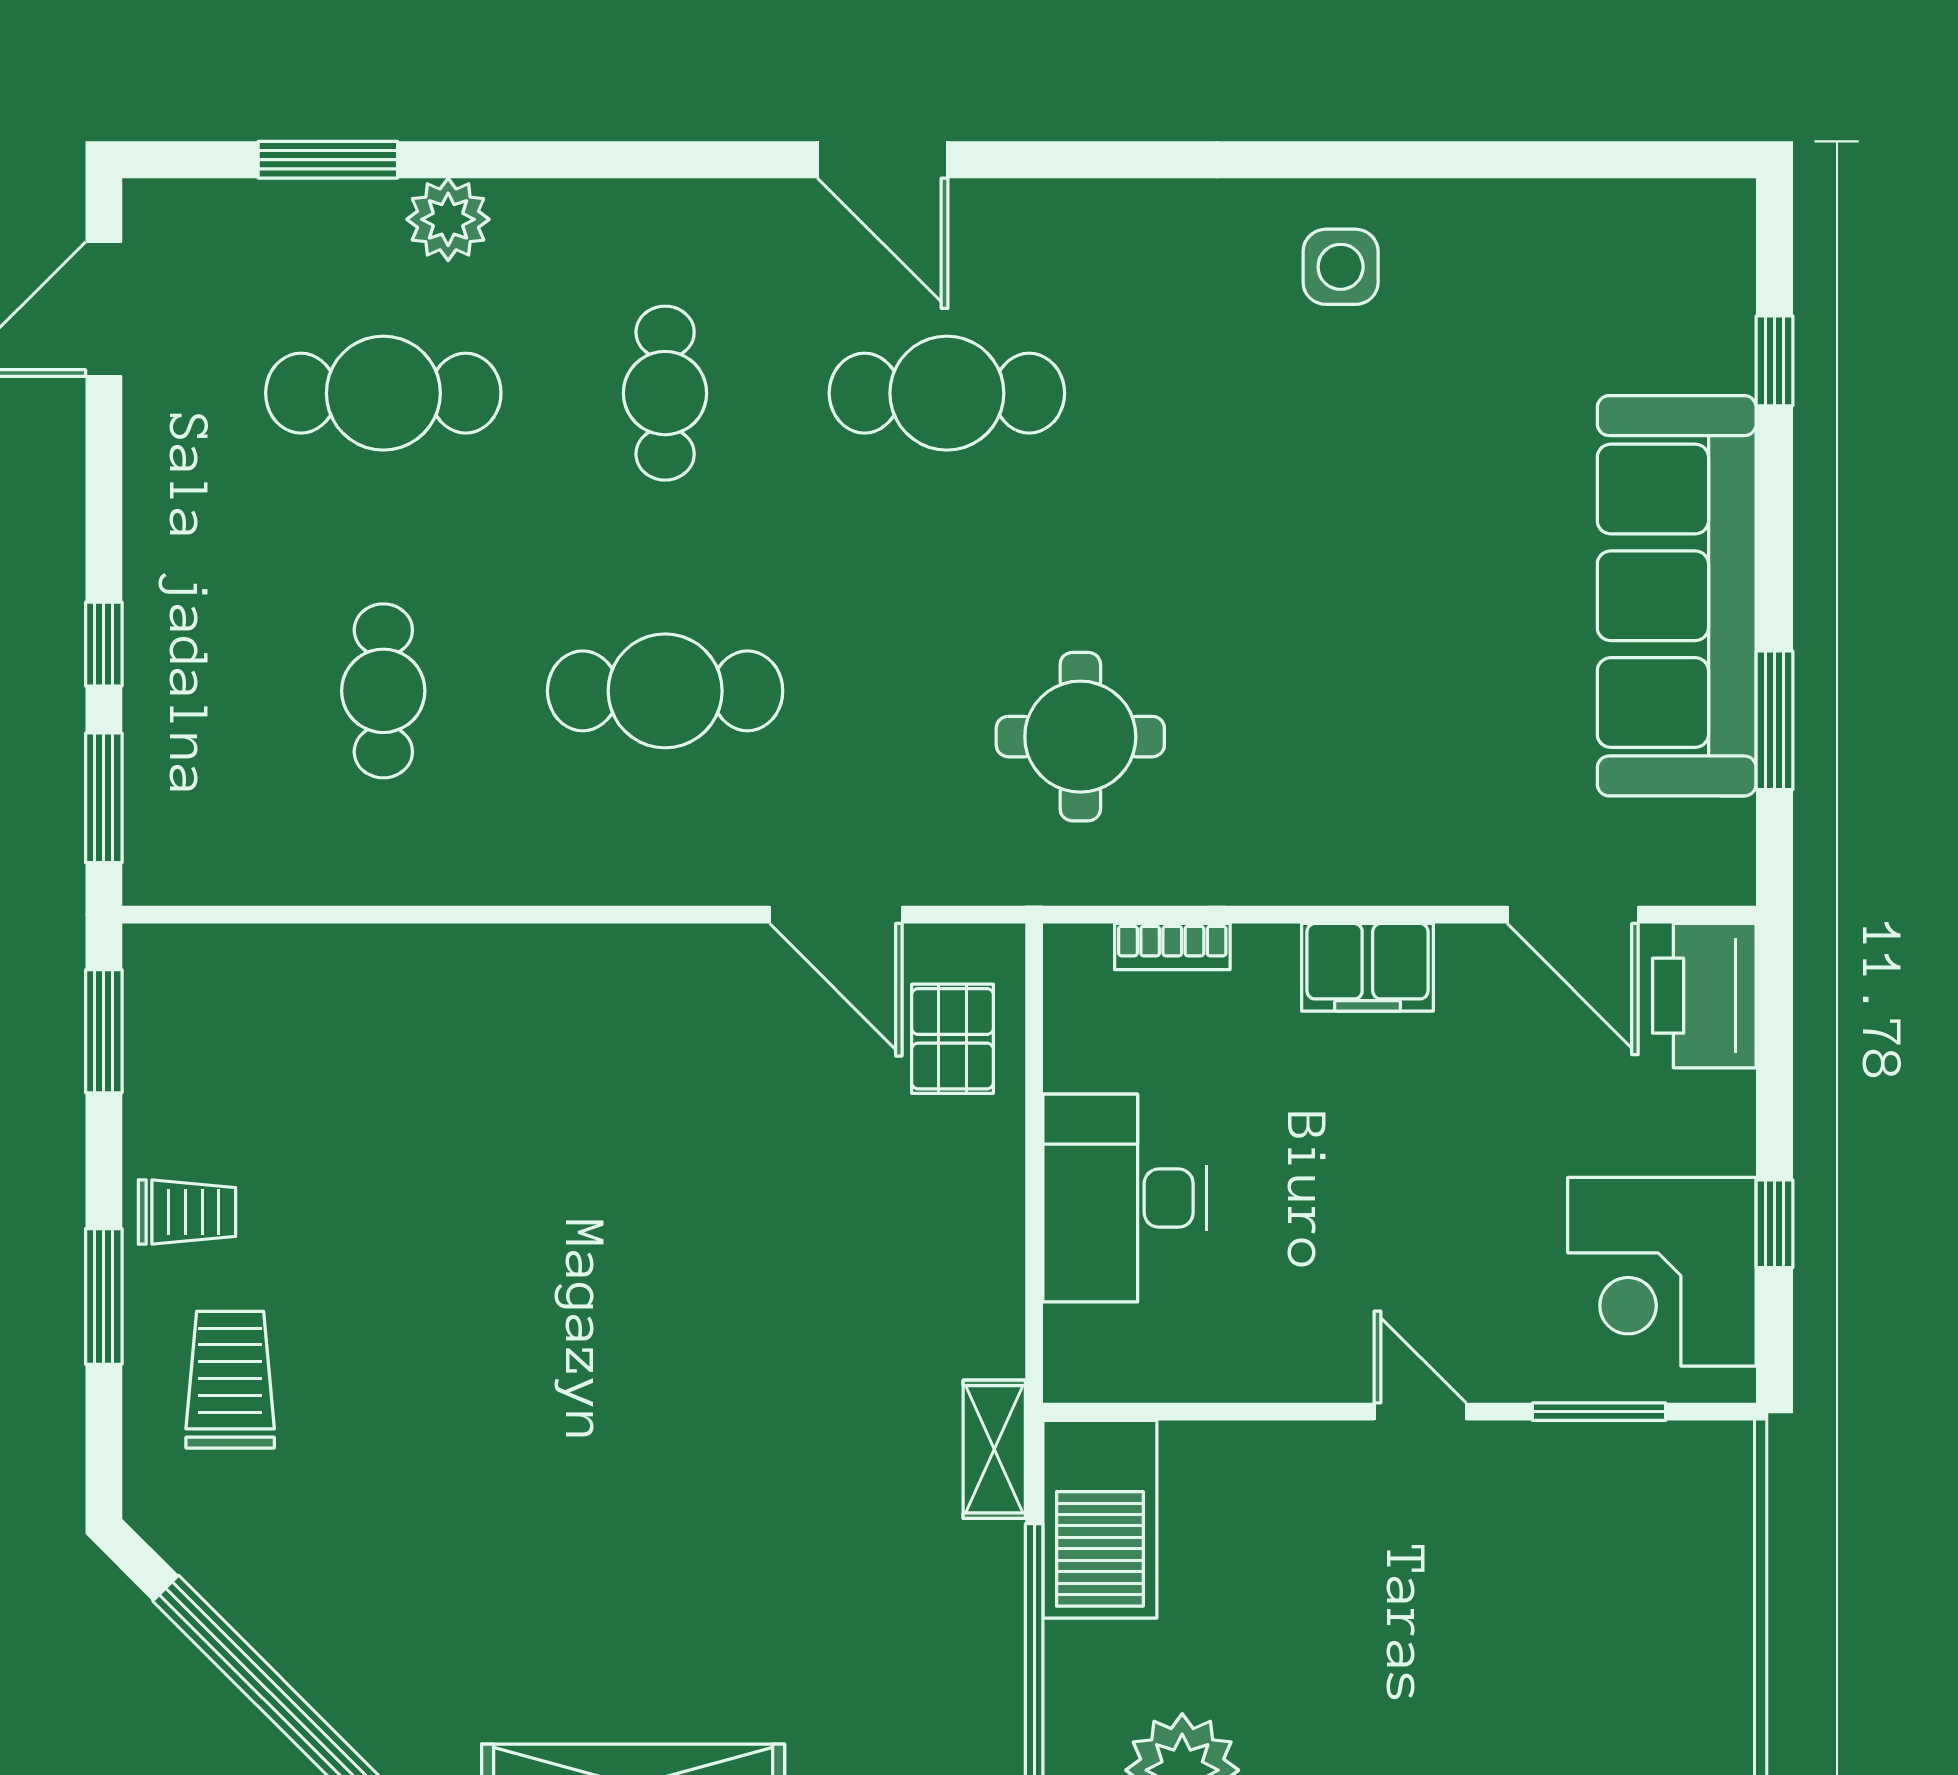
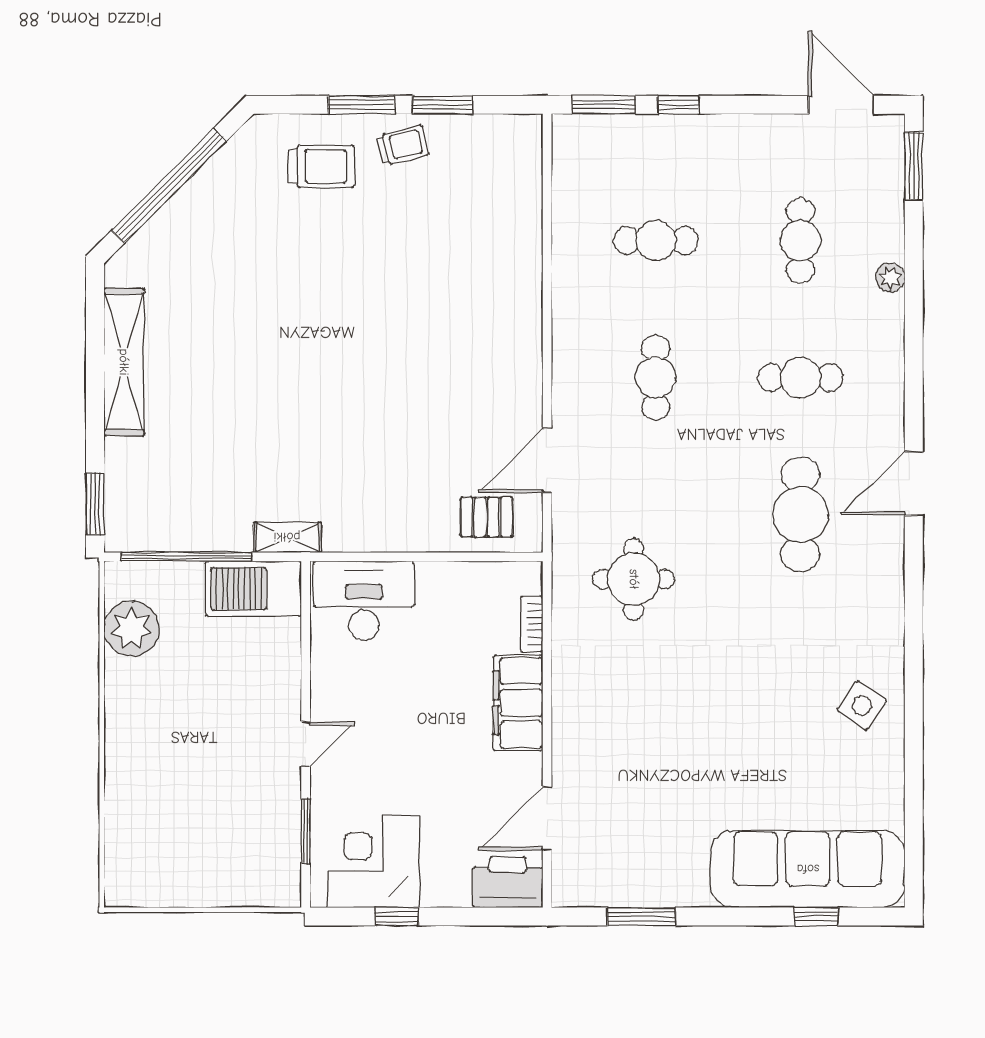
window: (328, 160) -> (914, 166), moved
plant: (448, 219) -> (890, 278), width x0.73, depth x0.73
side table: (1341, 267) -> (862, 706), turned 34
cafe table: (383, 393) -> (800, 241), width x0.73, depth x0.74
sofa: (1677, 596) -> (808, 869), moved
cafe table: (665, 691) -> (656, 377), width x0.73, depth x0.74
filing cabinet: (1367, 967) -> (518, 703), width x1.50, depth x1.17
window: (104, 1031) -> (443, 105), moved
desk: (1125, 1198) -> (364, 601), moved
trolley: (187, 1212) -> (403, 145), turned -104

